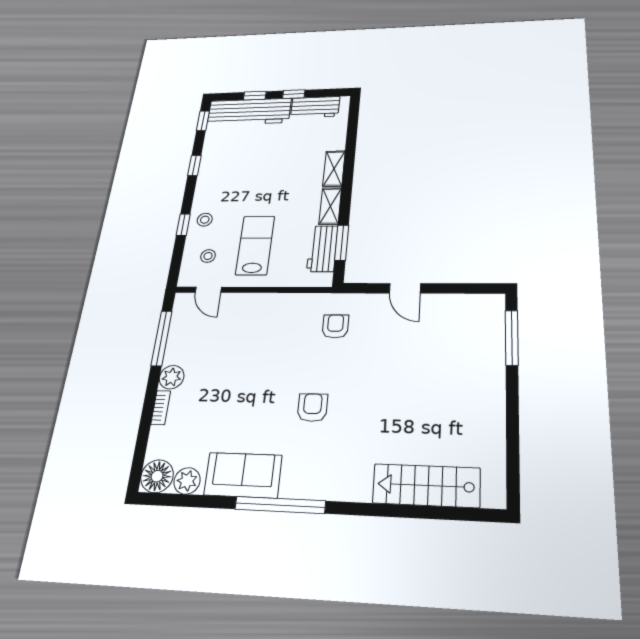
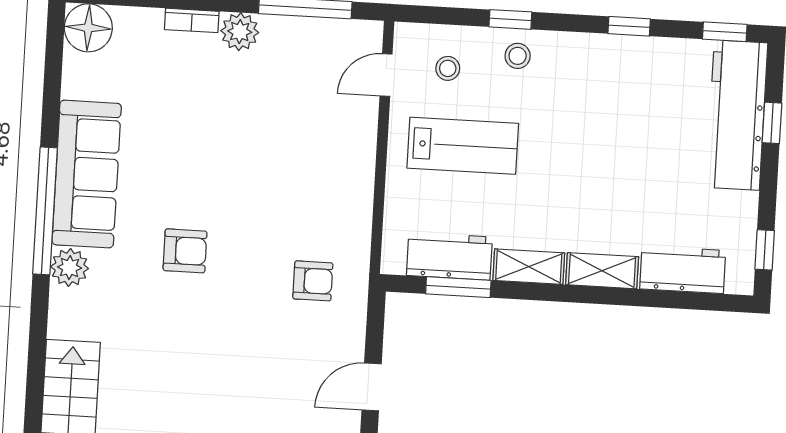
window: (294, 94) -> (765, 250), moved
workbench: (315, 107) -> (683, 270), moved, turned 90
sofa: (243, 475) -> (87, 174), width x1.36
plant: (187, 481) -> (70, 267), moved

